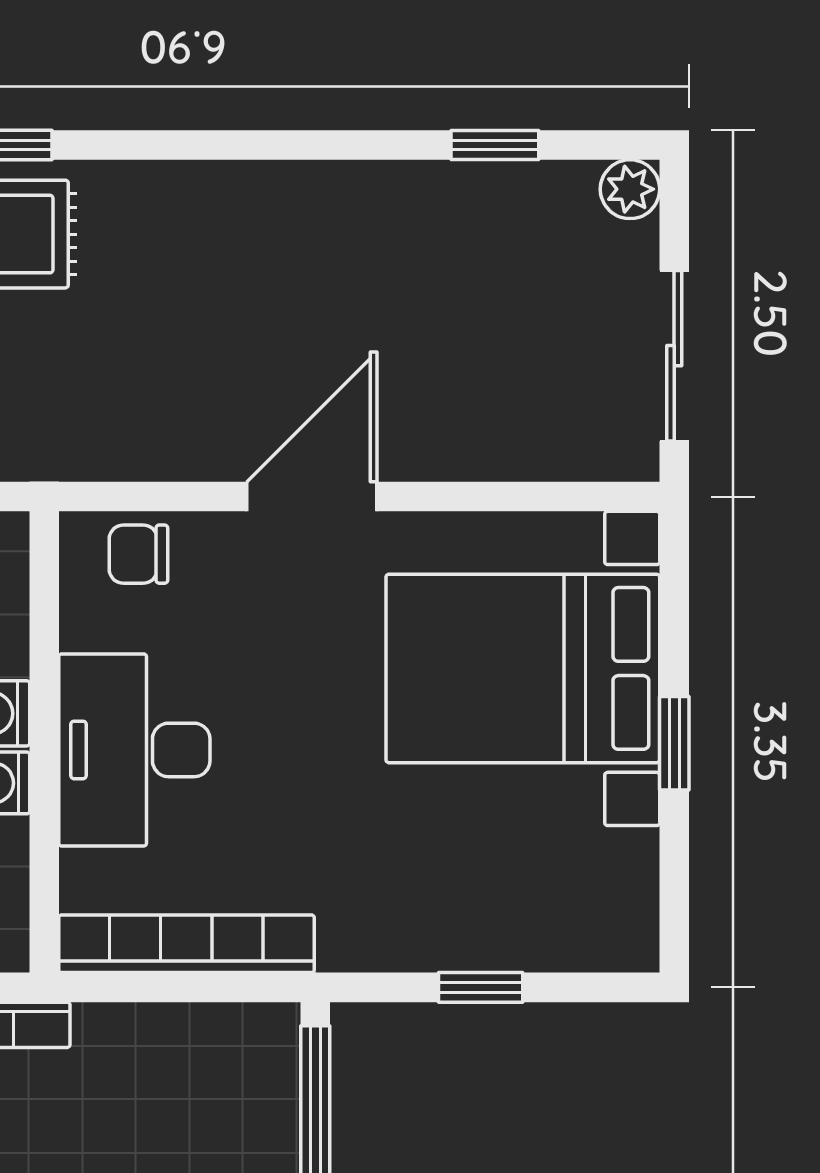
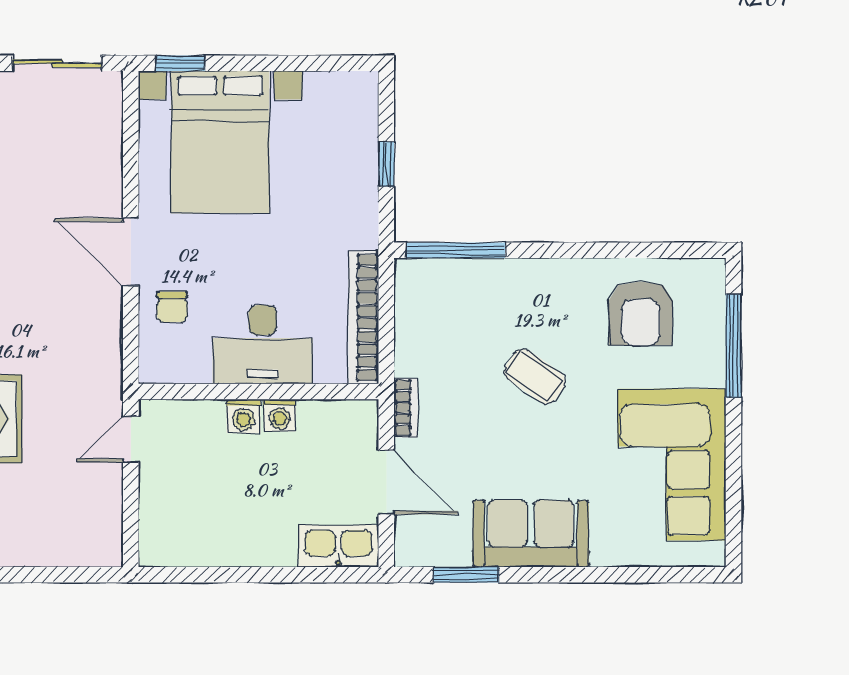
chair: (138, 554) -> (172, 307), moved
window: (674, 743) -> (180, 63), moved

